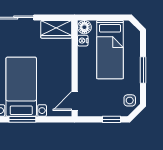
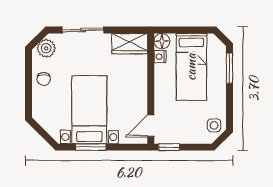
window: (143, 70) -> (229, 68), moved
window: (111, 119) -> (169, 147), moved

